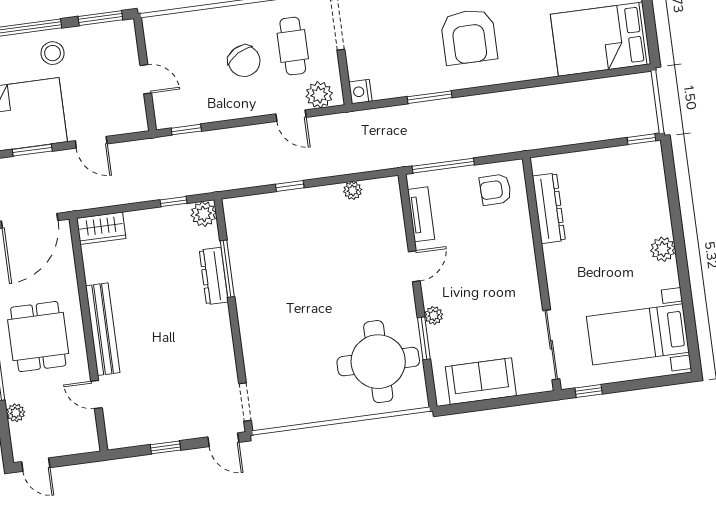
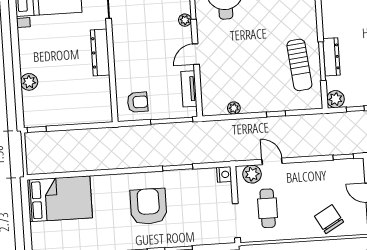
chair: (244, 61) -> (329, 219), moved
dresser: (549, 208) -> (100, 53), moved
plant: (663, 249) -> (29, 82), moved
sun lounger: (260, 261) -> (299, 65), added

